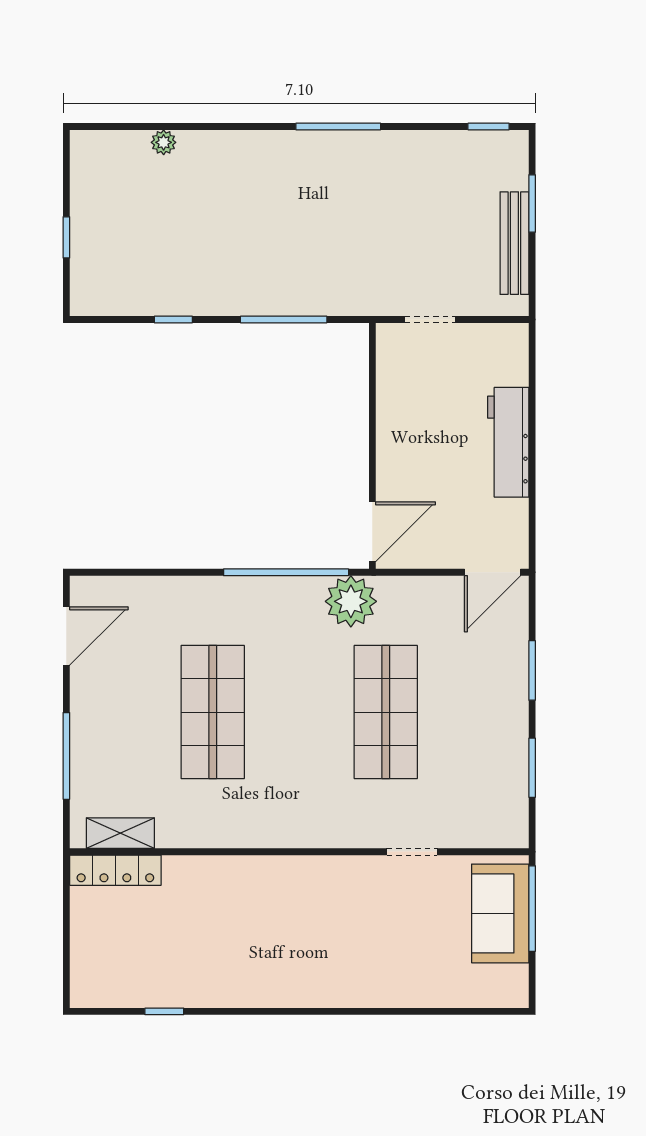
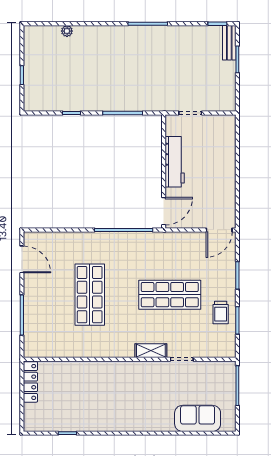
bench: (514, 243) -> (229, 43), moved, width x0.73
workbench: (508, 442) -> (175, 162), moved, turned 180
plant: (351, 601) -> (154, 243), removed
door: (66, 636) -> (22, 259), hinge flipped
shop shelf: (386, 712) -> (170, 295), turned 90
trolley: (496, 751) -> (221, 312), added
shelving: (120, 833) -> (151, 351), moved
locker: (115, 870) -> (30, 382), moved, turned -90
sofa: (500, 913) -> (198, 418), moved, turned 90

